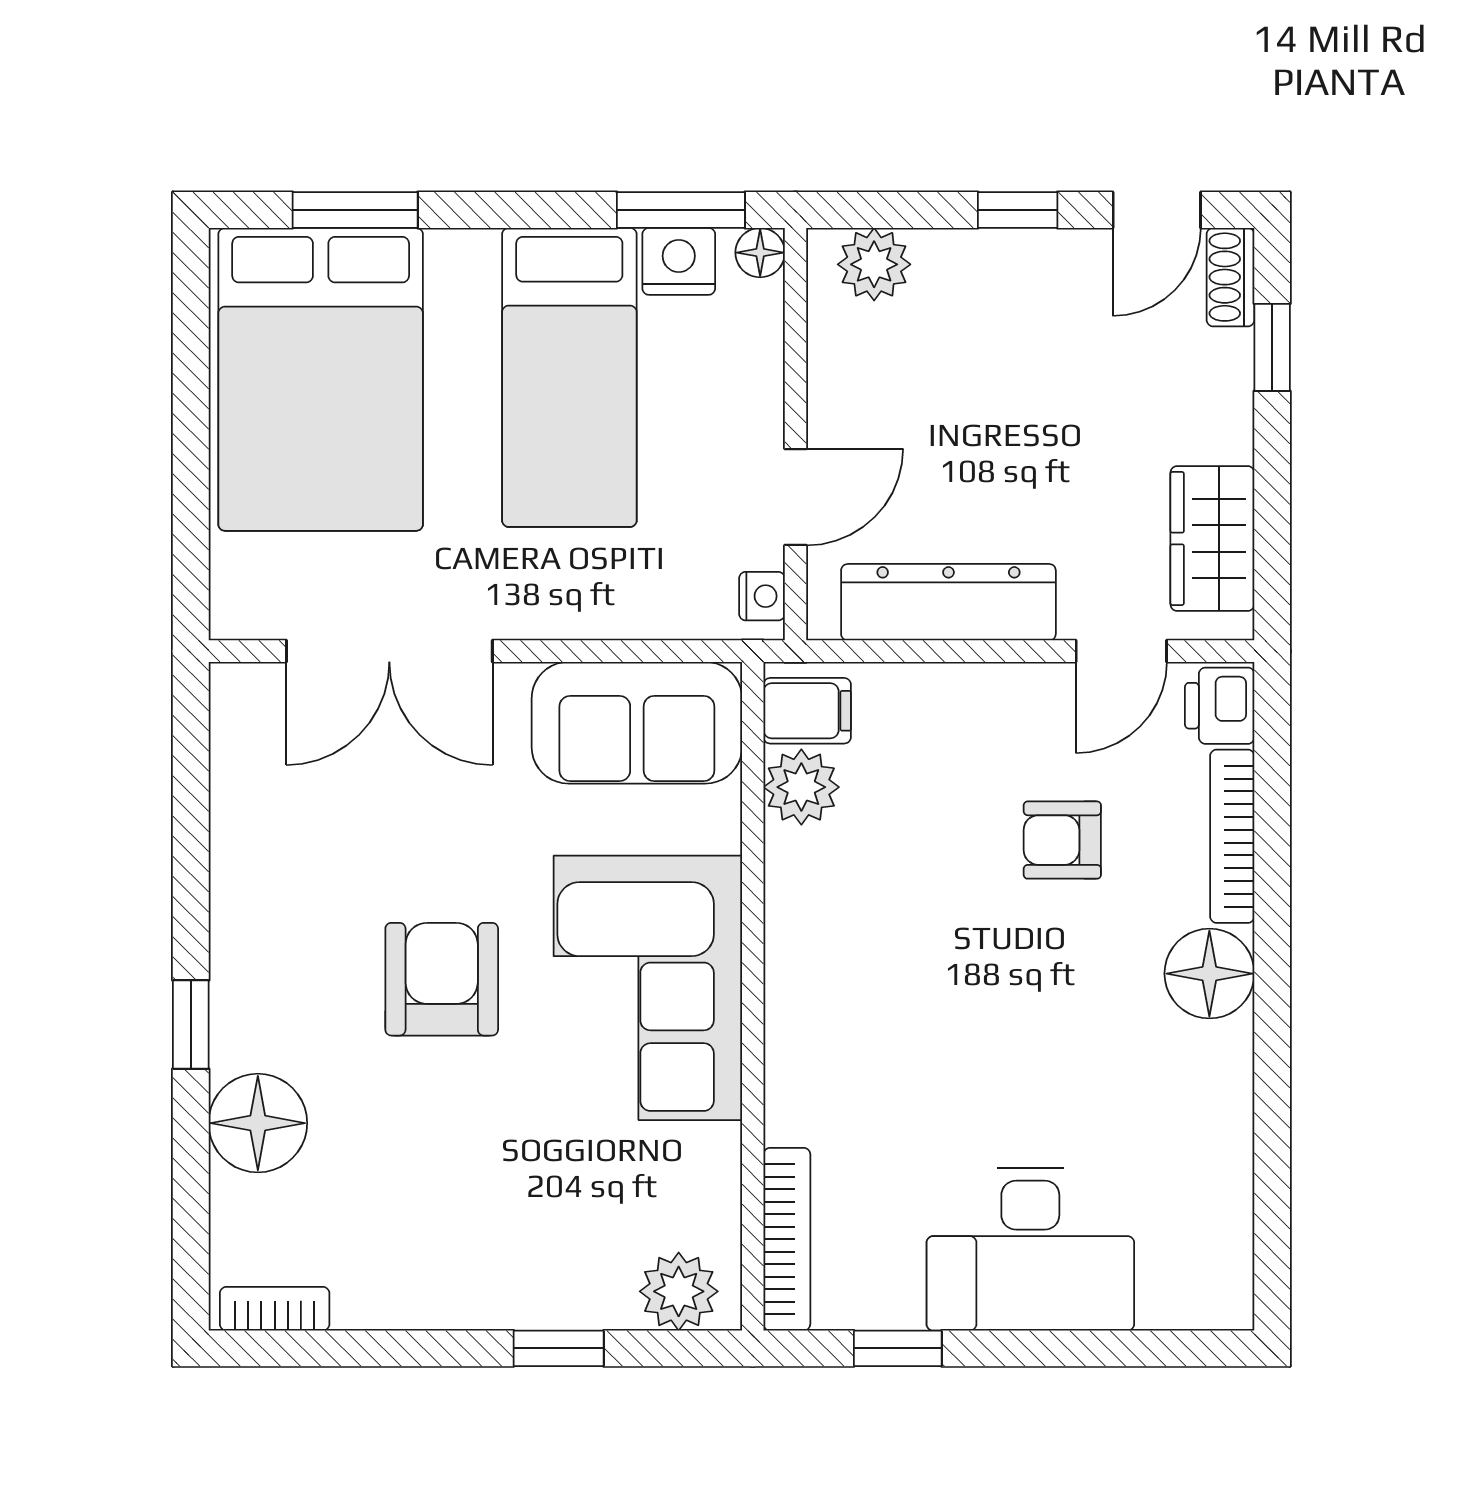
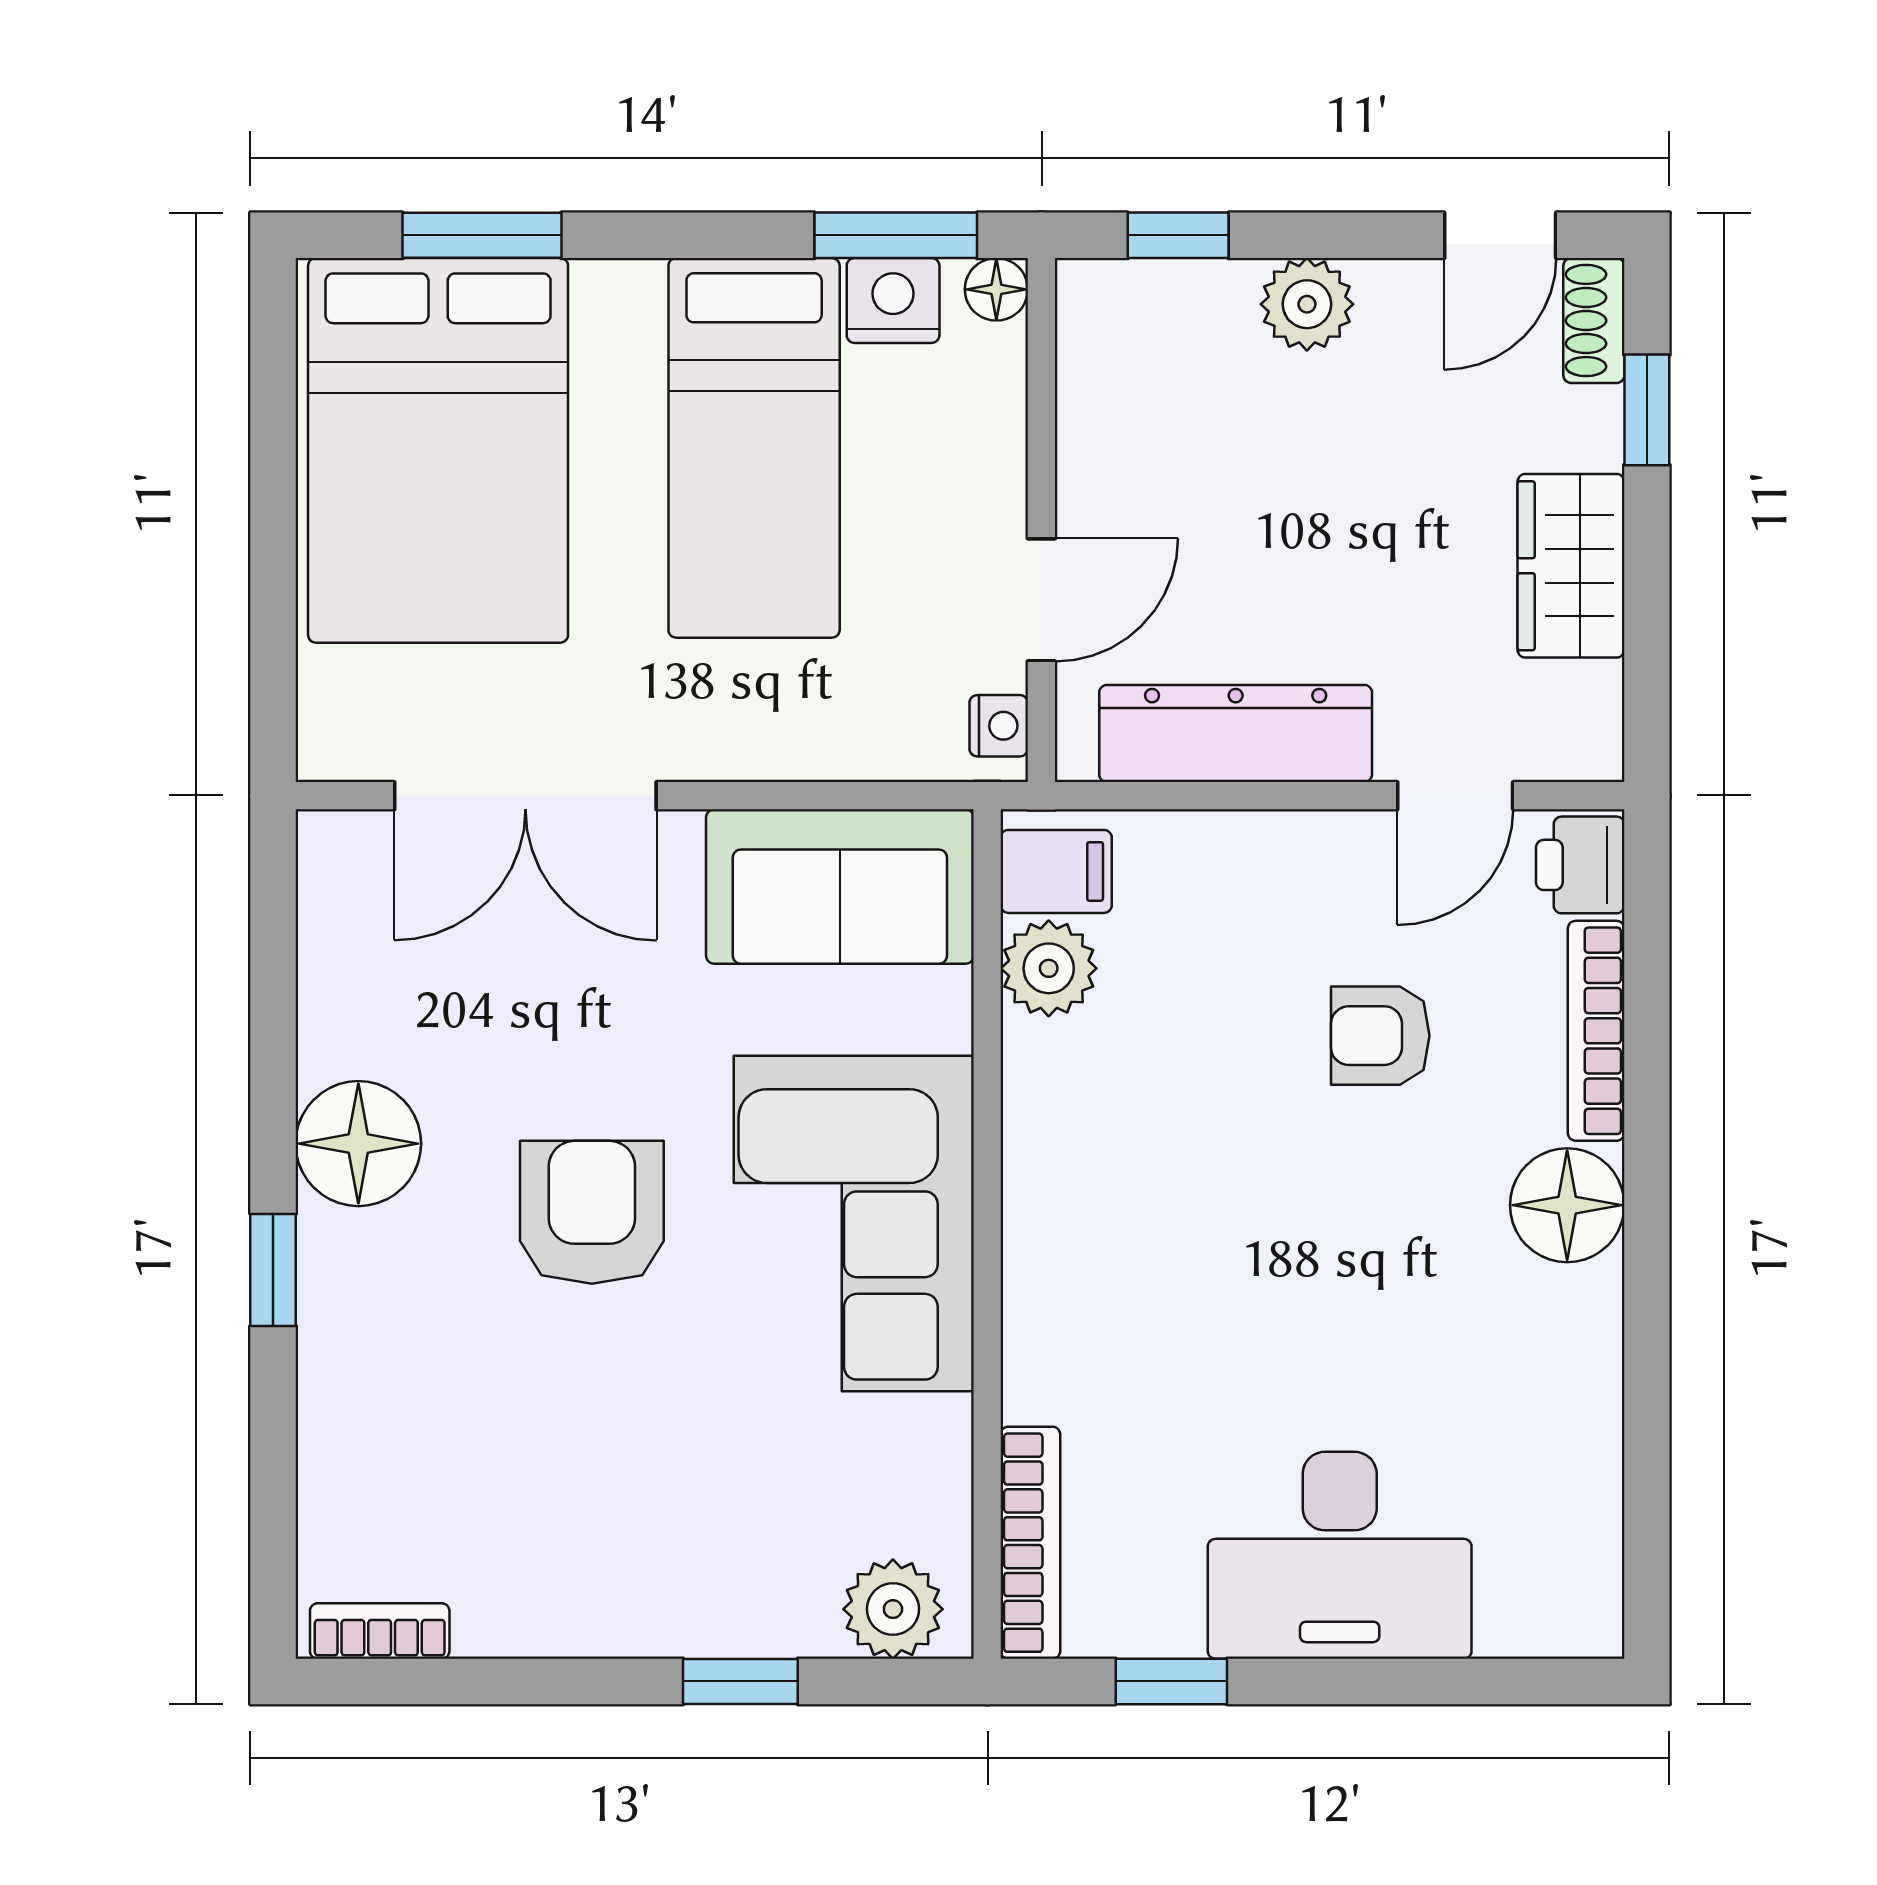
window: (1018, 210) -> (1178, 235), moved
plant: (874, 264) -> (1307, 304), moved
wardrobe: (1212, 538) -> (1571, 566), moved
floor lamp: (258, 1123) -> (358, 1144), moved

